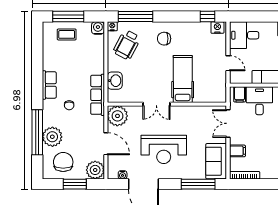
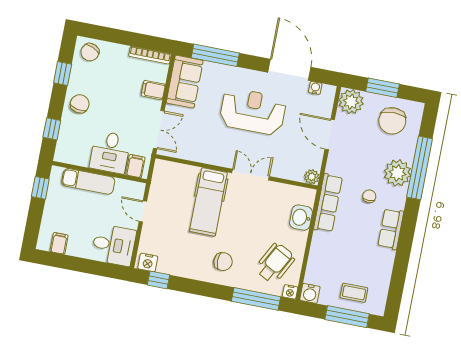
plant: (117, 116) -> (312, 177), width x0.53, depth x0.53
plant: (52, 137) -> (397, 173), moved

